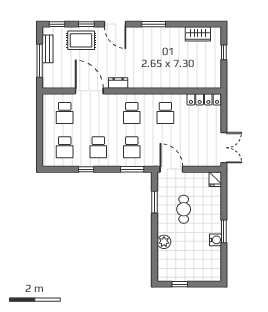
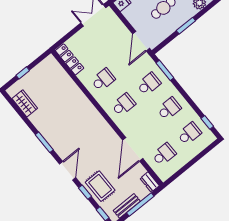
dresser: (118, 83) -> (150, 182), moved
window: (86, 169) -> (207, 122), moved
window: (155, 202) -> (186, 26), moved

